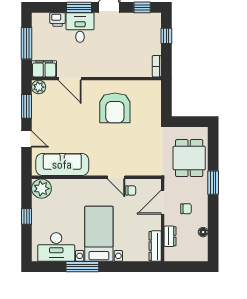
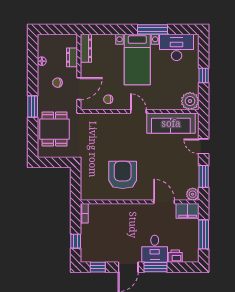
door: (116, 177) -> (138, 111), moved

